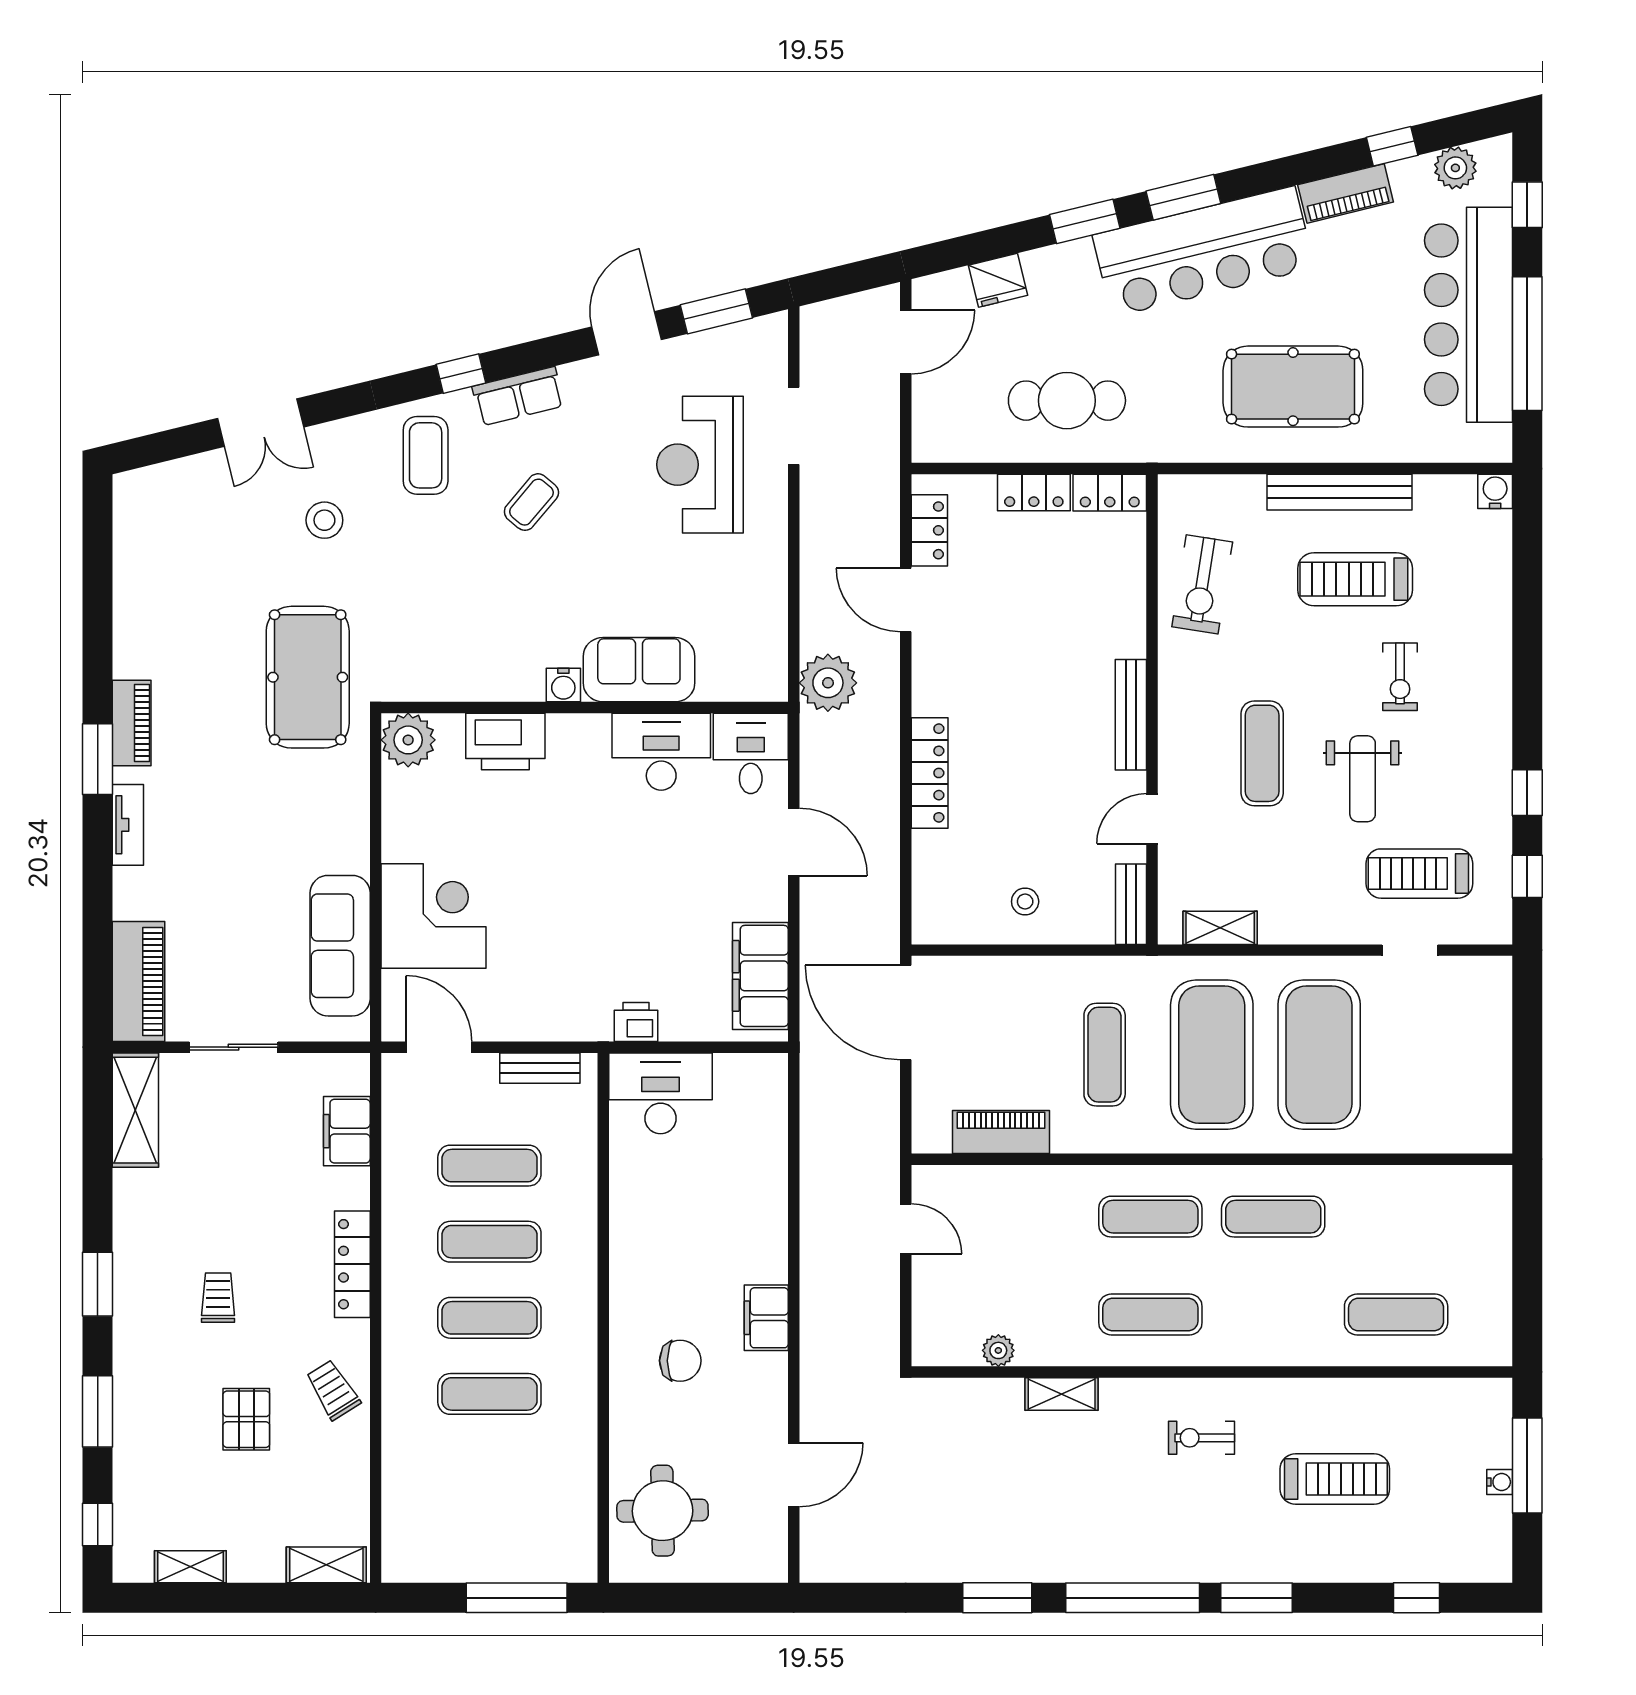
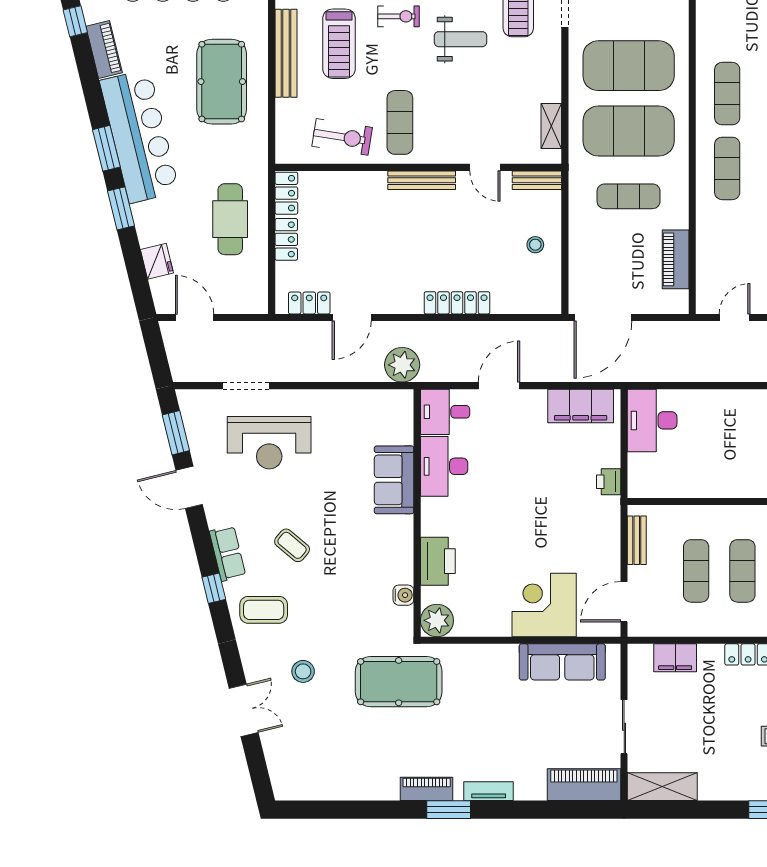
water cooler: (563, 685) -> (403, 595), moved
exercise mat: (1262, 753) -> (400, 122), moved, turned 90
desk: (661, 1093) -> (652, 420), moved

